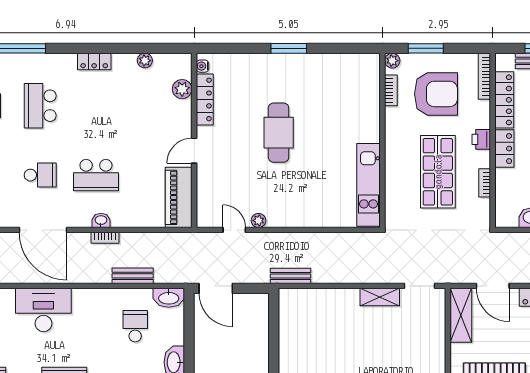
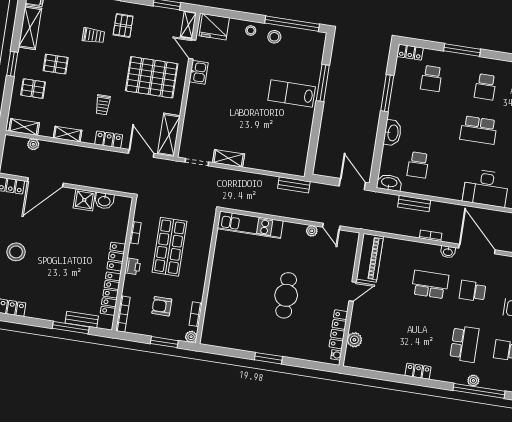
plant: (145, 61) -> (473, 380), moved
armchair: (436, 94) -> (162, 306), width x0.53, depth x0.53
kitchen unit: (369, 185) -> (250, 225), moved, turned 90
washbasin: (101, 220) -> (448, 252), moved

